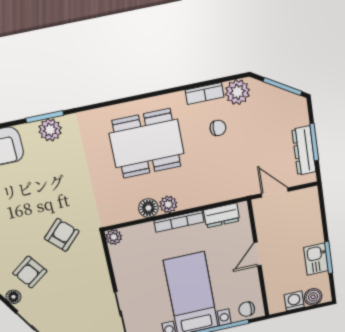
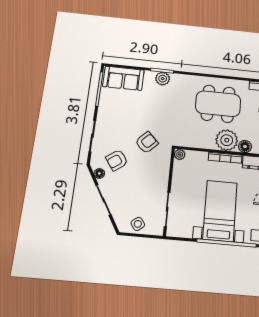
plant: (168, 204) -> (227, 140), width x1.87, depth x1.87
floor lamp: (148, 208) -> (245, 146), moved

